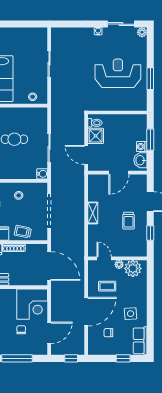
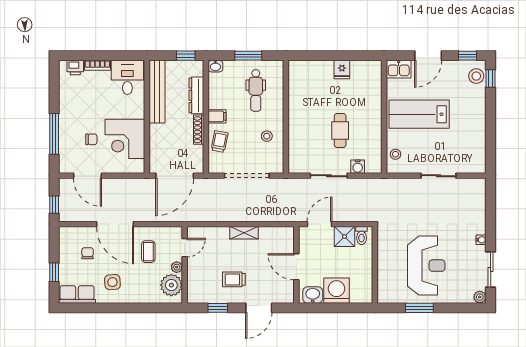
window: (150, 140) -> (340, 308), removed
washing machine: (142, 147) -> (337, 291), width x1.89, depth x1.89
water cooler: (42, 174) -> (358, 167), moved
corner desk: (32, 304) -> (125, 139), moved

